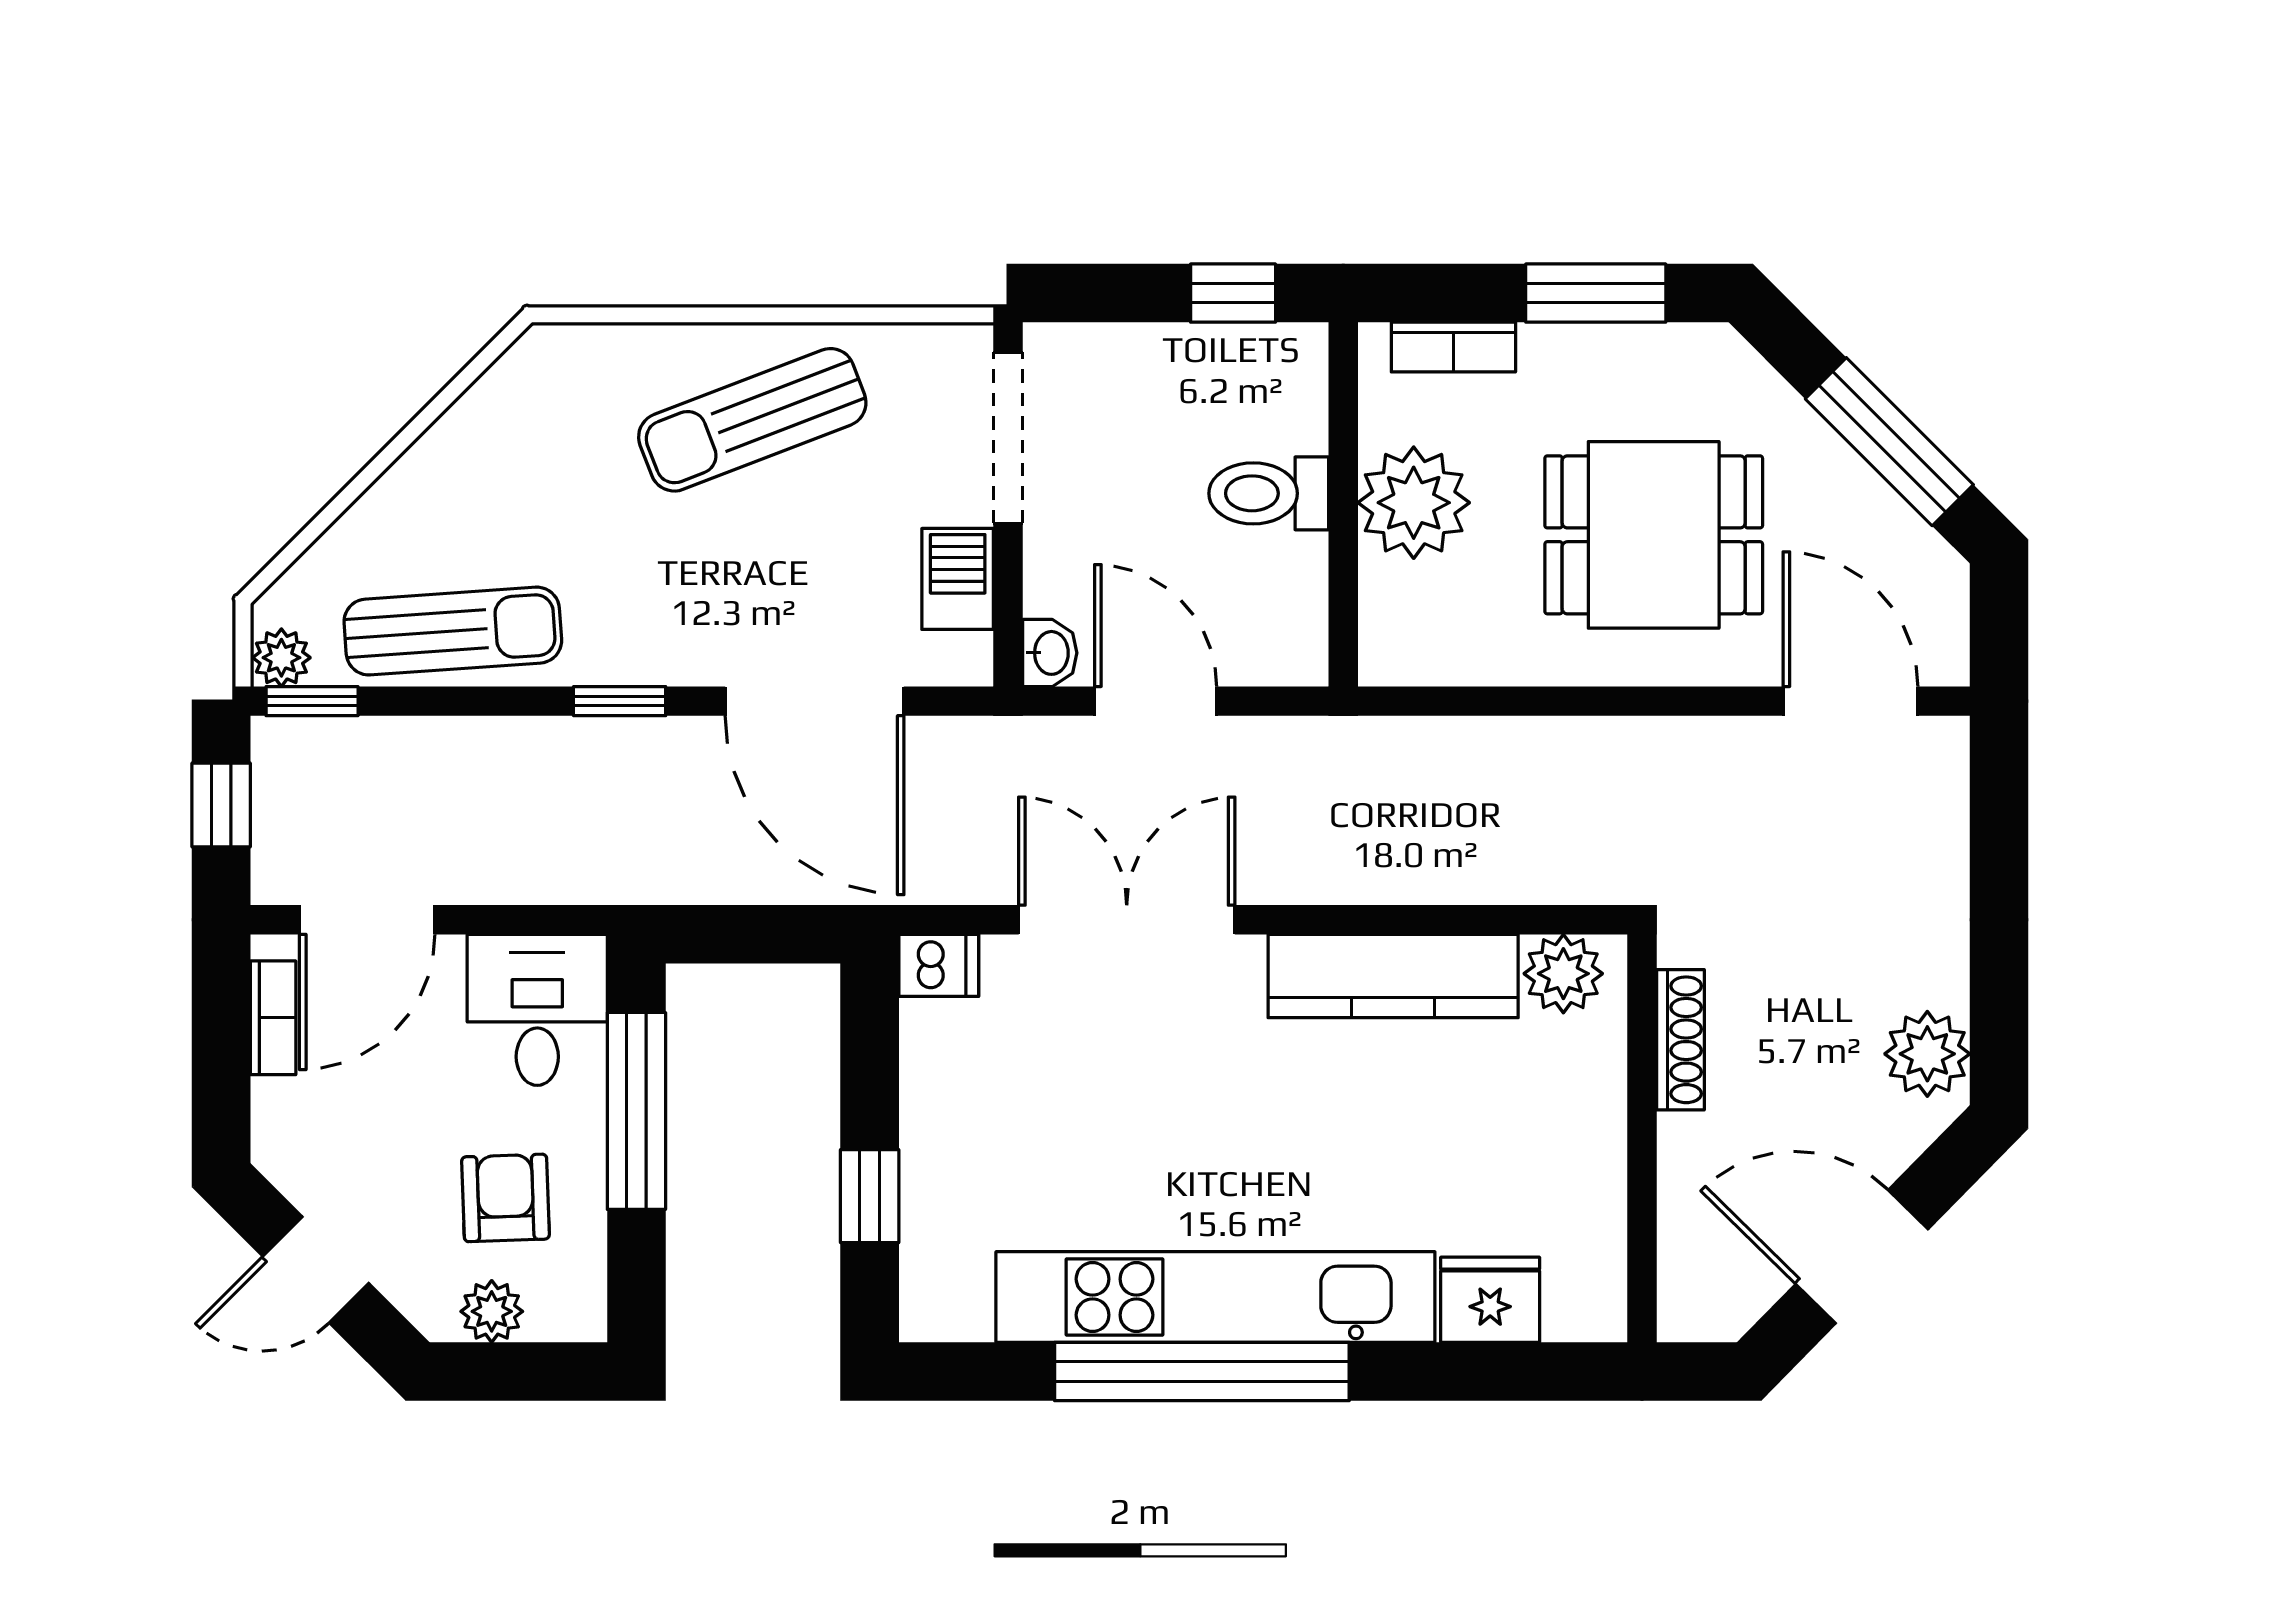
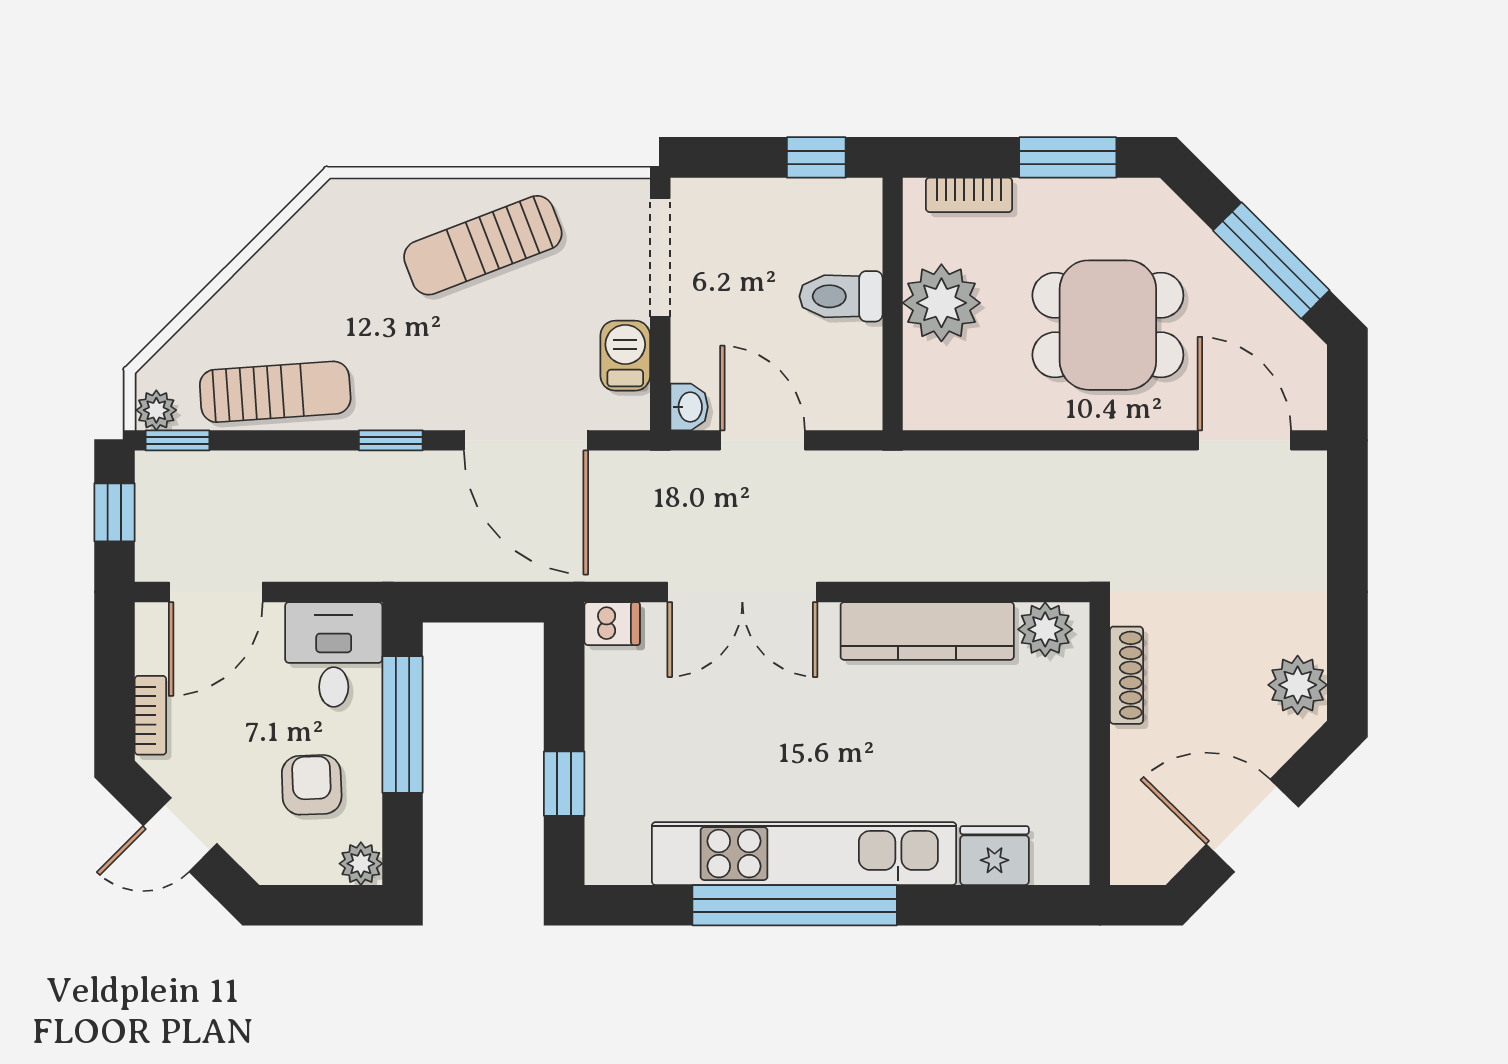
double door: (1127, 920) -> (742, 592), swing flipped
bookcase: (273, 1018) -> (150, 715), moved
plant: (492, 1311) -> (361, 864), moved

